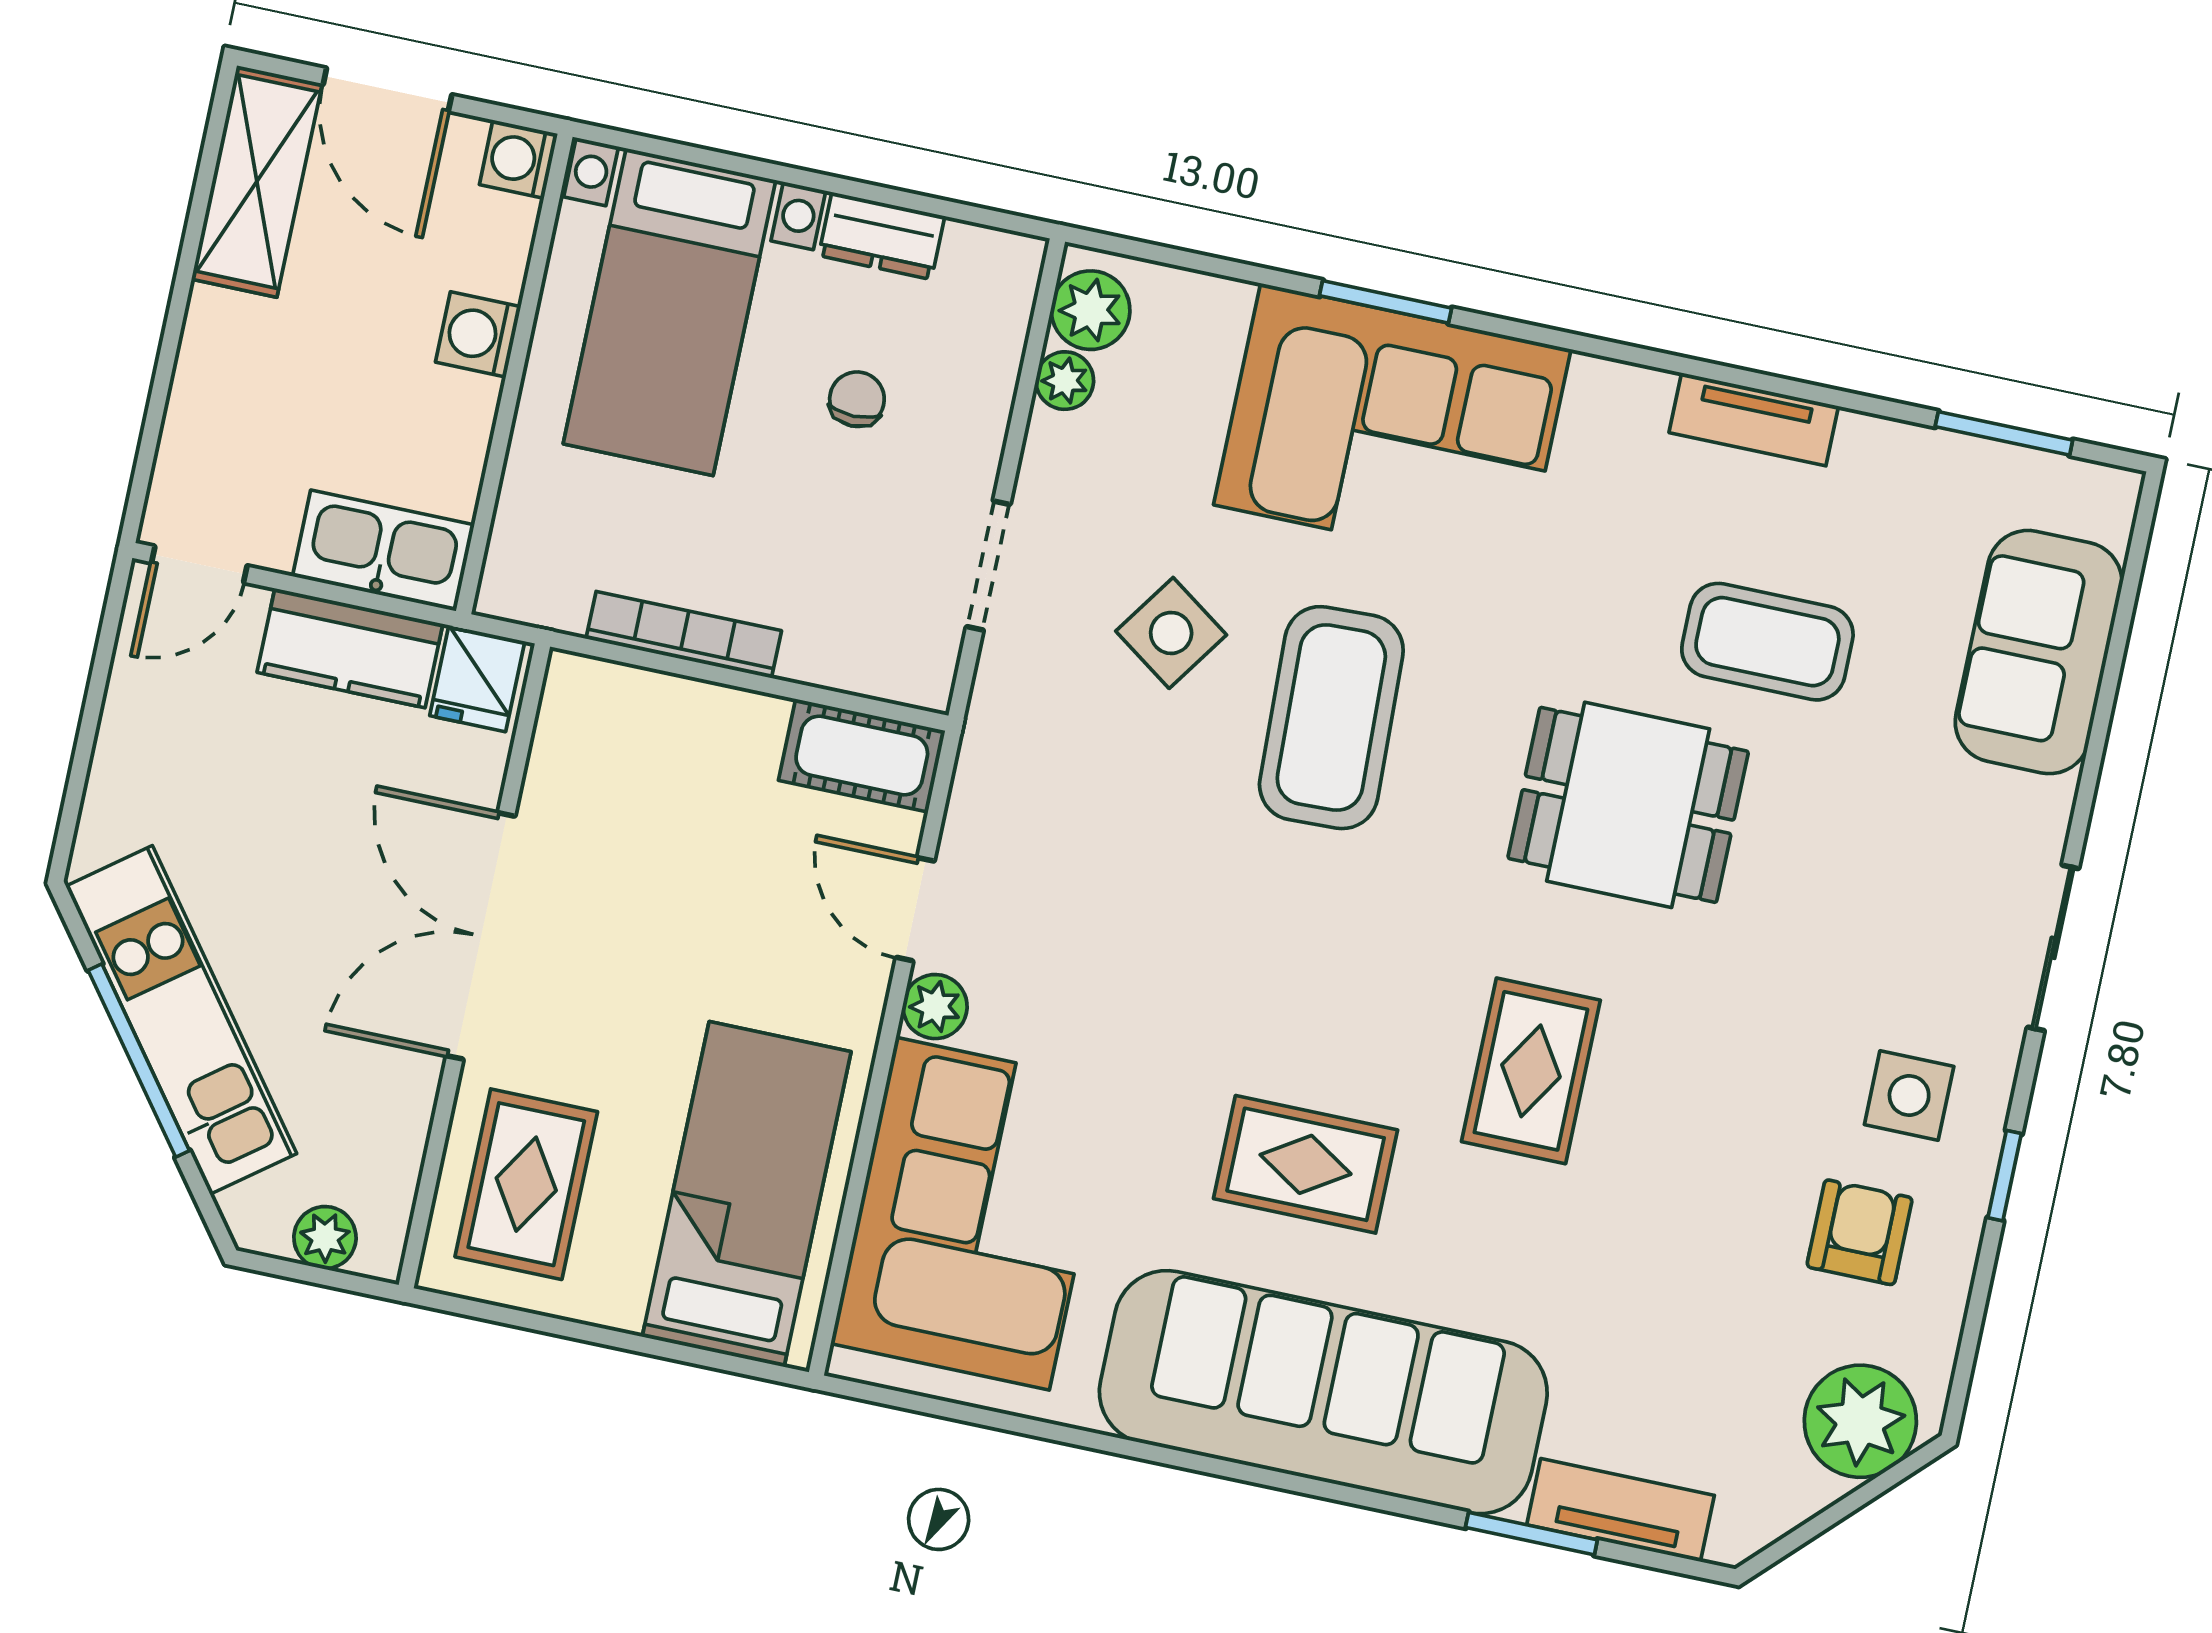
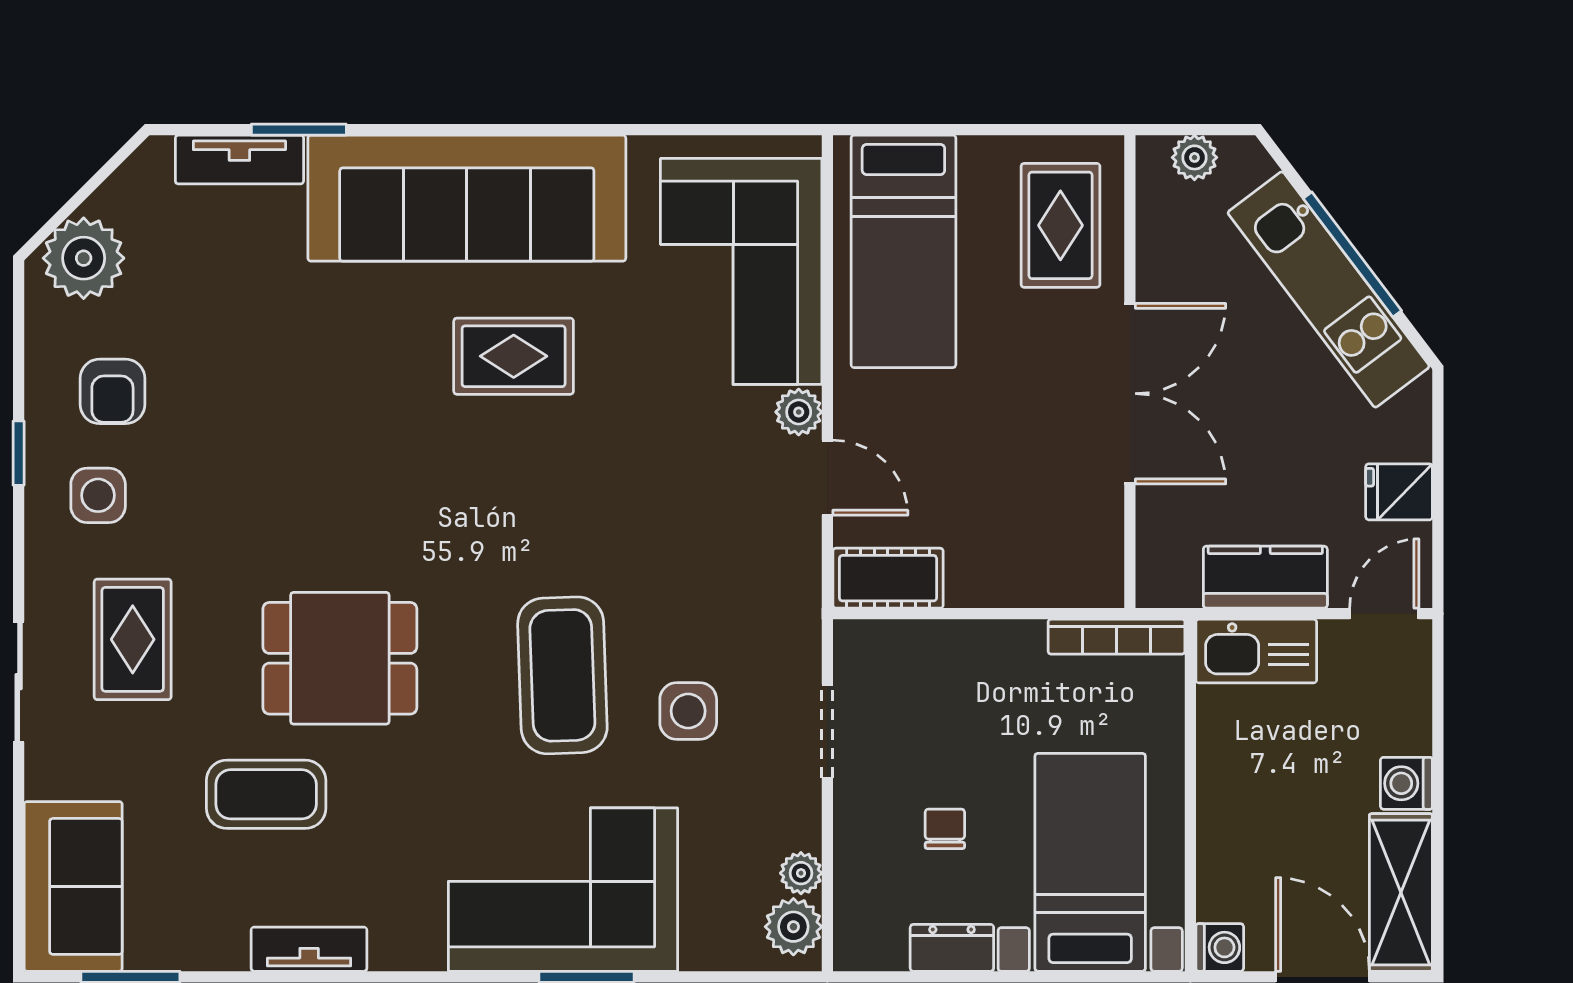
washing machine: (478, 334) -> (1406, 783), moved, turned 180
chair: (857, 399) -> (945, 829), turned 180
side table: (1171, 633) -> (688, 711), turned -35
bookcase: (684, 635) -> (1116, 637), moved
sofa: (2039, 652) -> (73, 886), moved
fridge: (477, 679) -> (1399, 492), moved, turned -90
sliding door: (2053, 948) -> (19, 682), moved
rug: (1531, 1071) -> (133, 639), moved

